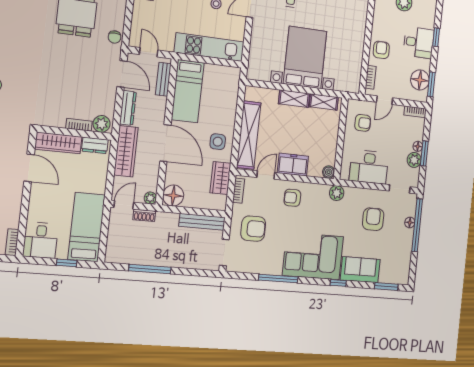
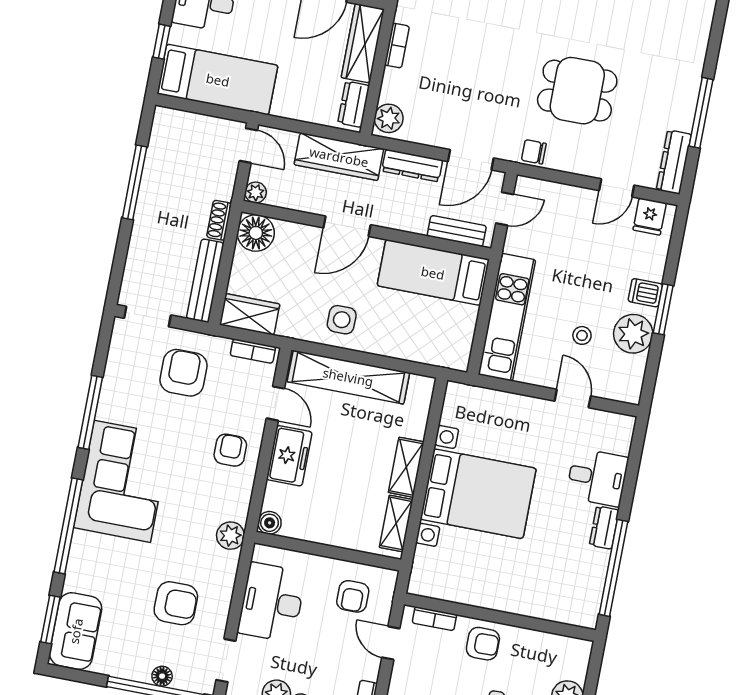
bookcase: (79, 125) -> (397, 46), moved
door: (165, 143) -> (347, 226), width x0.73
wardrobe: (220, 178) -> (250, 314), moved
shoe rack: (144, 215) -> (219, 220), moved
armchair: (253, 229) -> (183, 373), turned 180
sofa: (360, 270) -> (76, 631), moved
window: (338, 283) -> (68, 526), width x3.17

